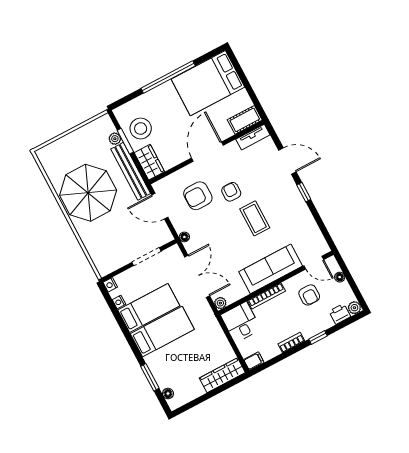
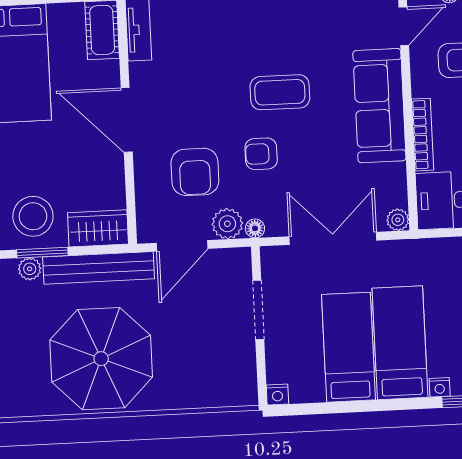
armchair: (231, 192) -> (261, 154), moved
plant: (180, 223) -> (227, 224), added
nightstand: (119, 302) -> (440, 387), moved

